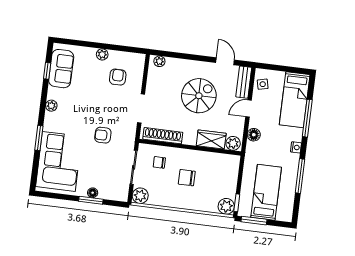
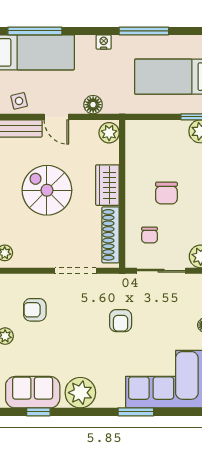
plant: (51, 106) -> (80, 393), width x1.88, depth x1.88
window: (307, 118) -> (35, 31), moved
wardrobe: (211, 140) -> (107, 185), moved

